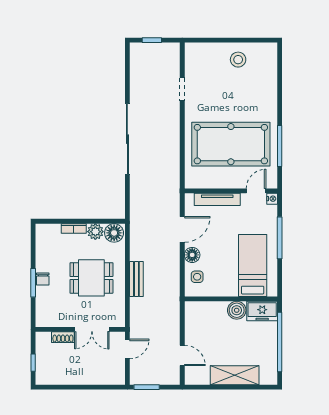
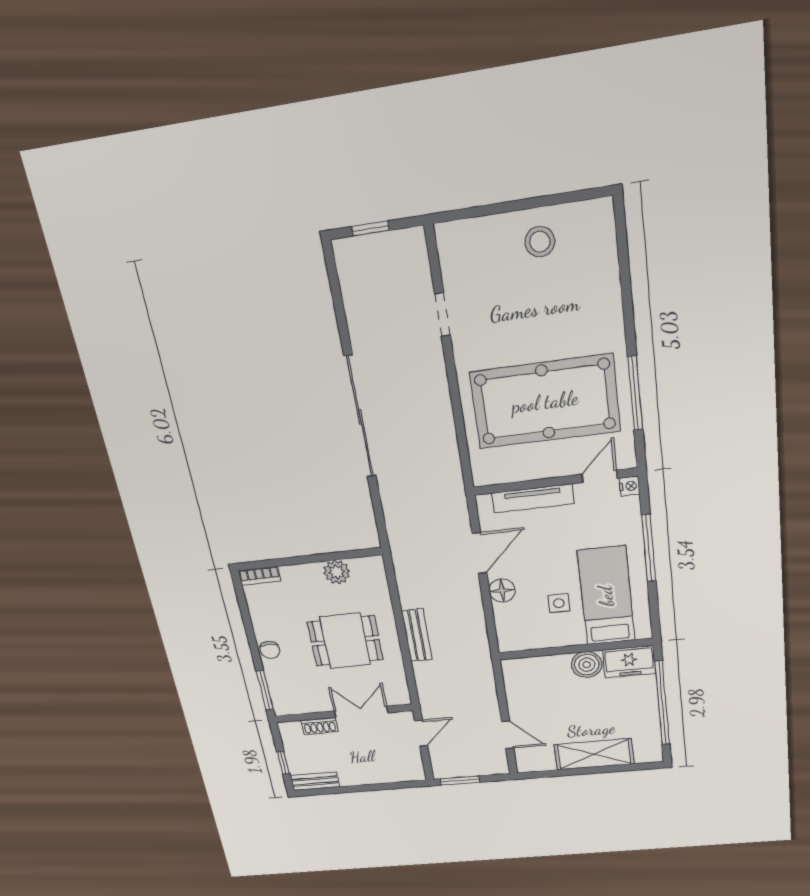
bookcase: (74, 229) -> (259, 576), moved
floor lamp: (114, 233) -> (367, 571), removed
side table: (197, 277) -> (559, 603), moved
window: (33, 283) -> (265, 690), moved
double door: (92, 329) -> (361, 712), swing flipped
bench: (51, 379) -> (315, 781), added

